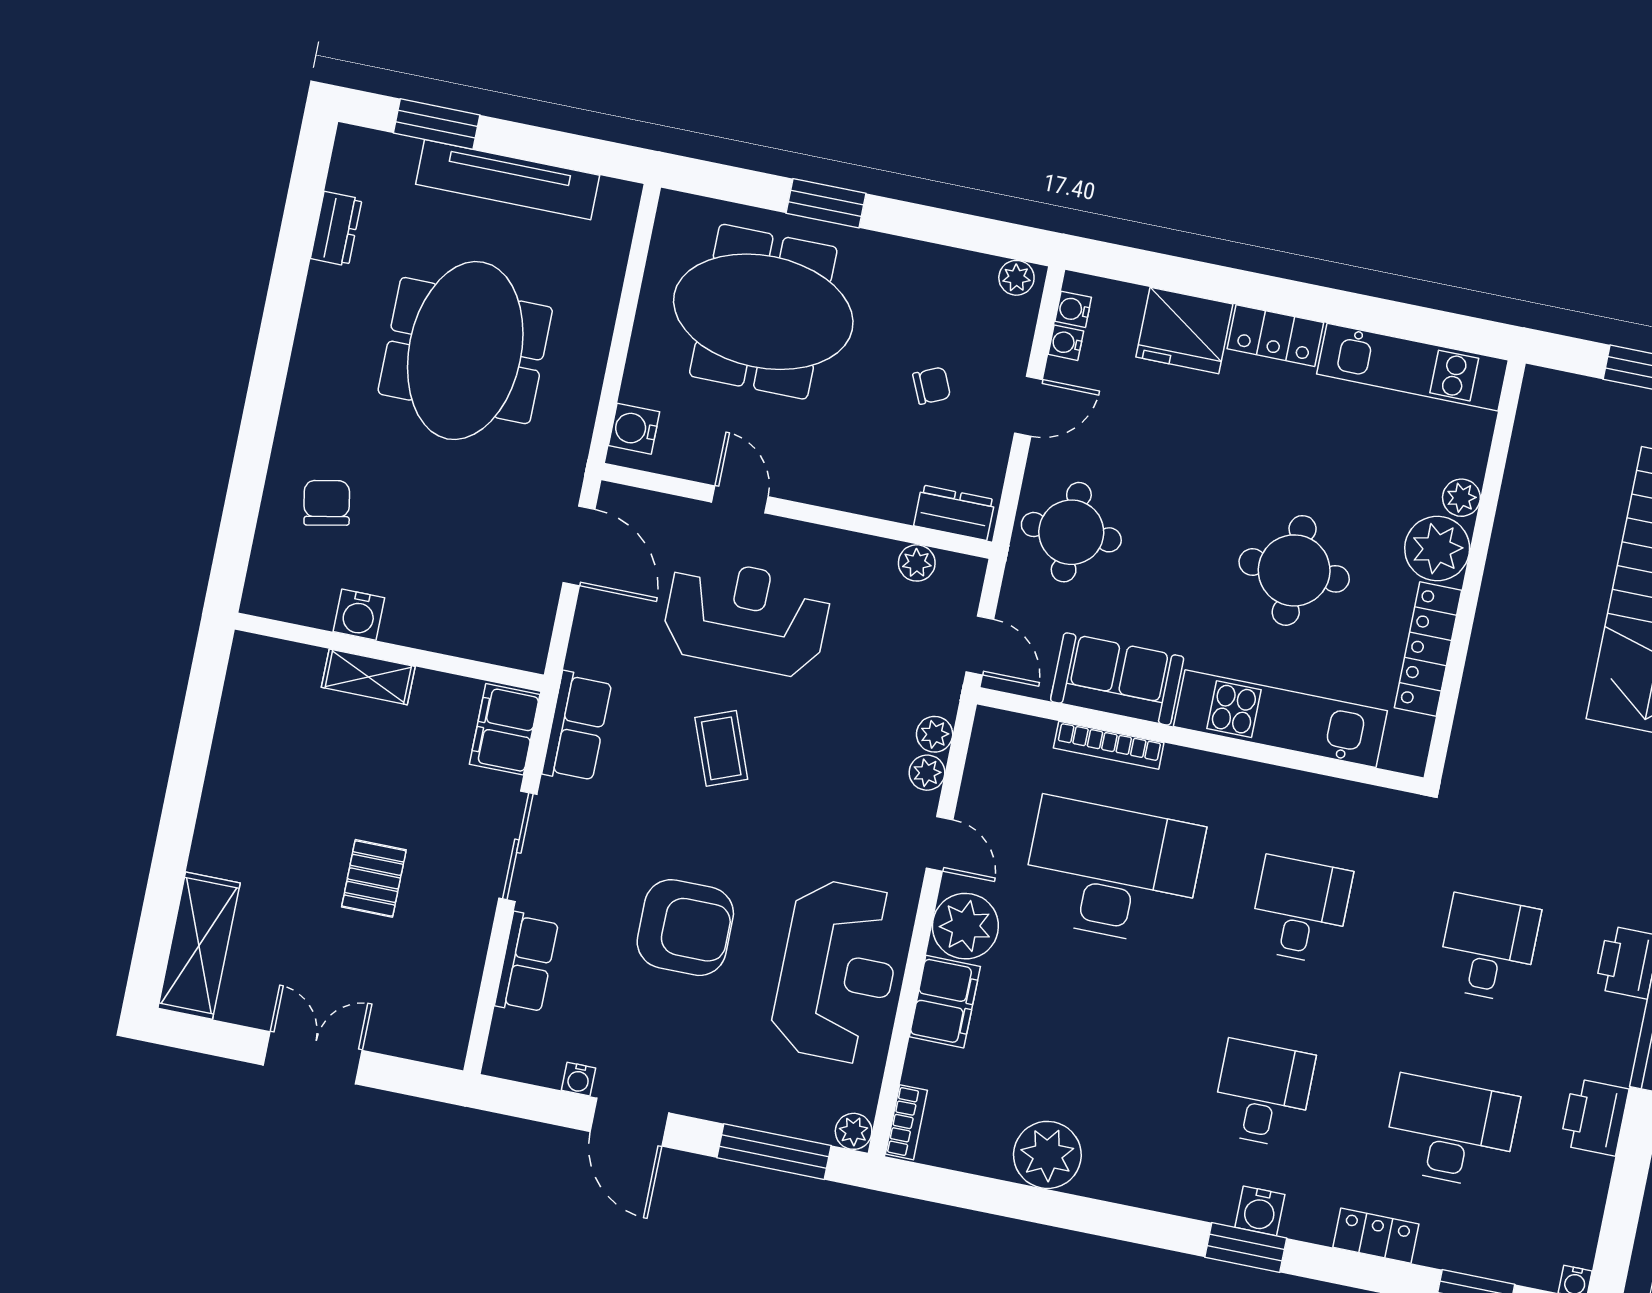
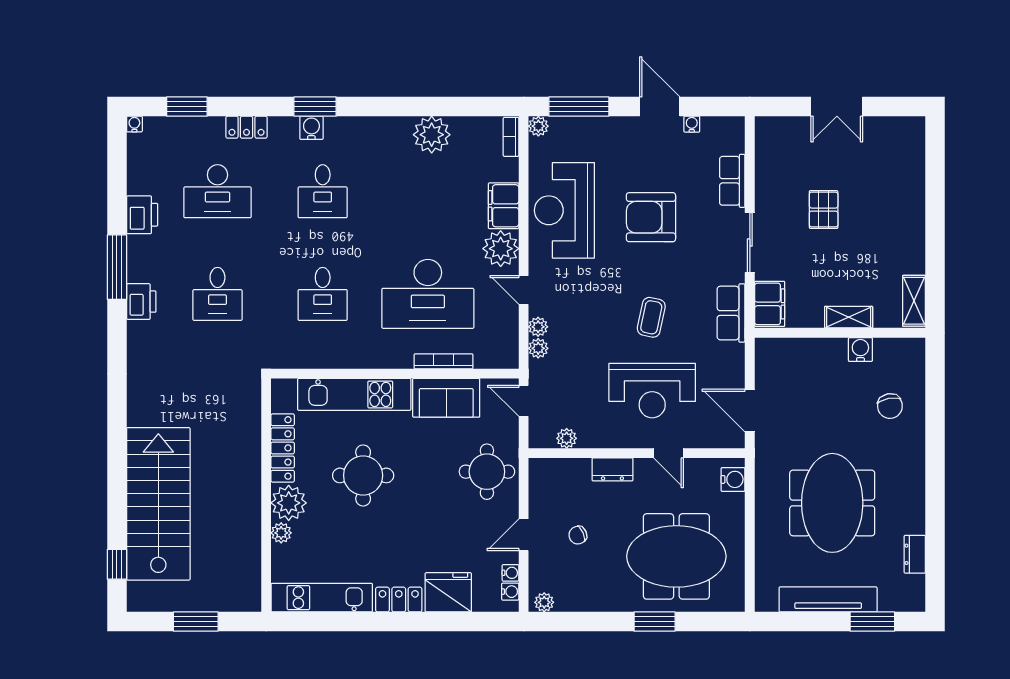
dresser: (954, 513) -> (612, 469), moved
coffee table: (721, 748) -> (651, 317), turned 33
shelving: (199, 946) -> (914, 301), moved, width x0.67, depth x0.75

